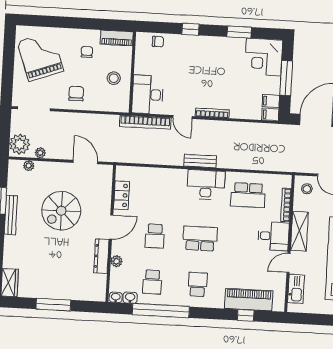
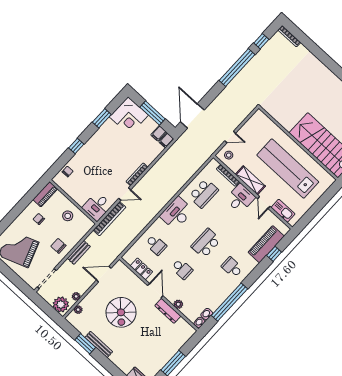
desk: (148, 95) -> (97, 206), width x0.73
bench: (200, 161) -> (79, 252), moved
school desk: (152, 282) -> (156, 245), moved

